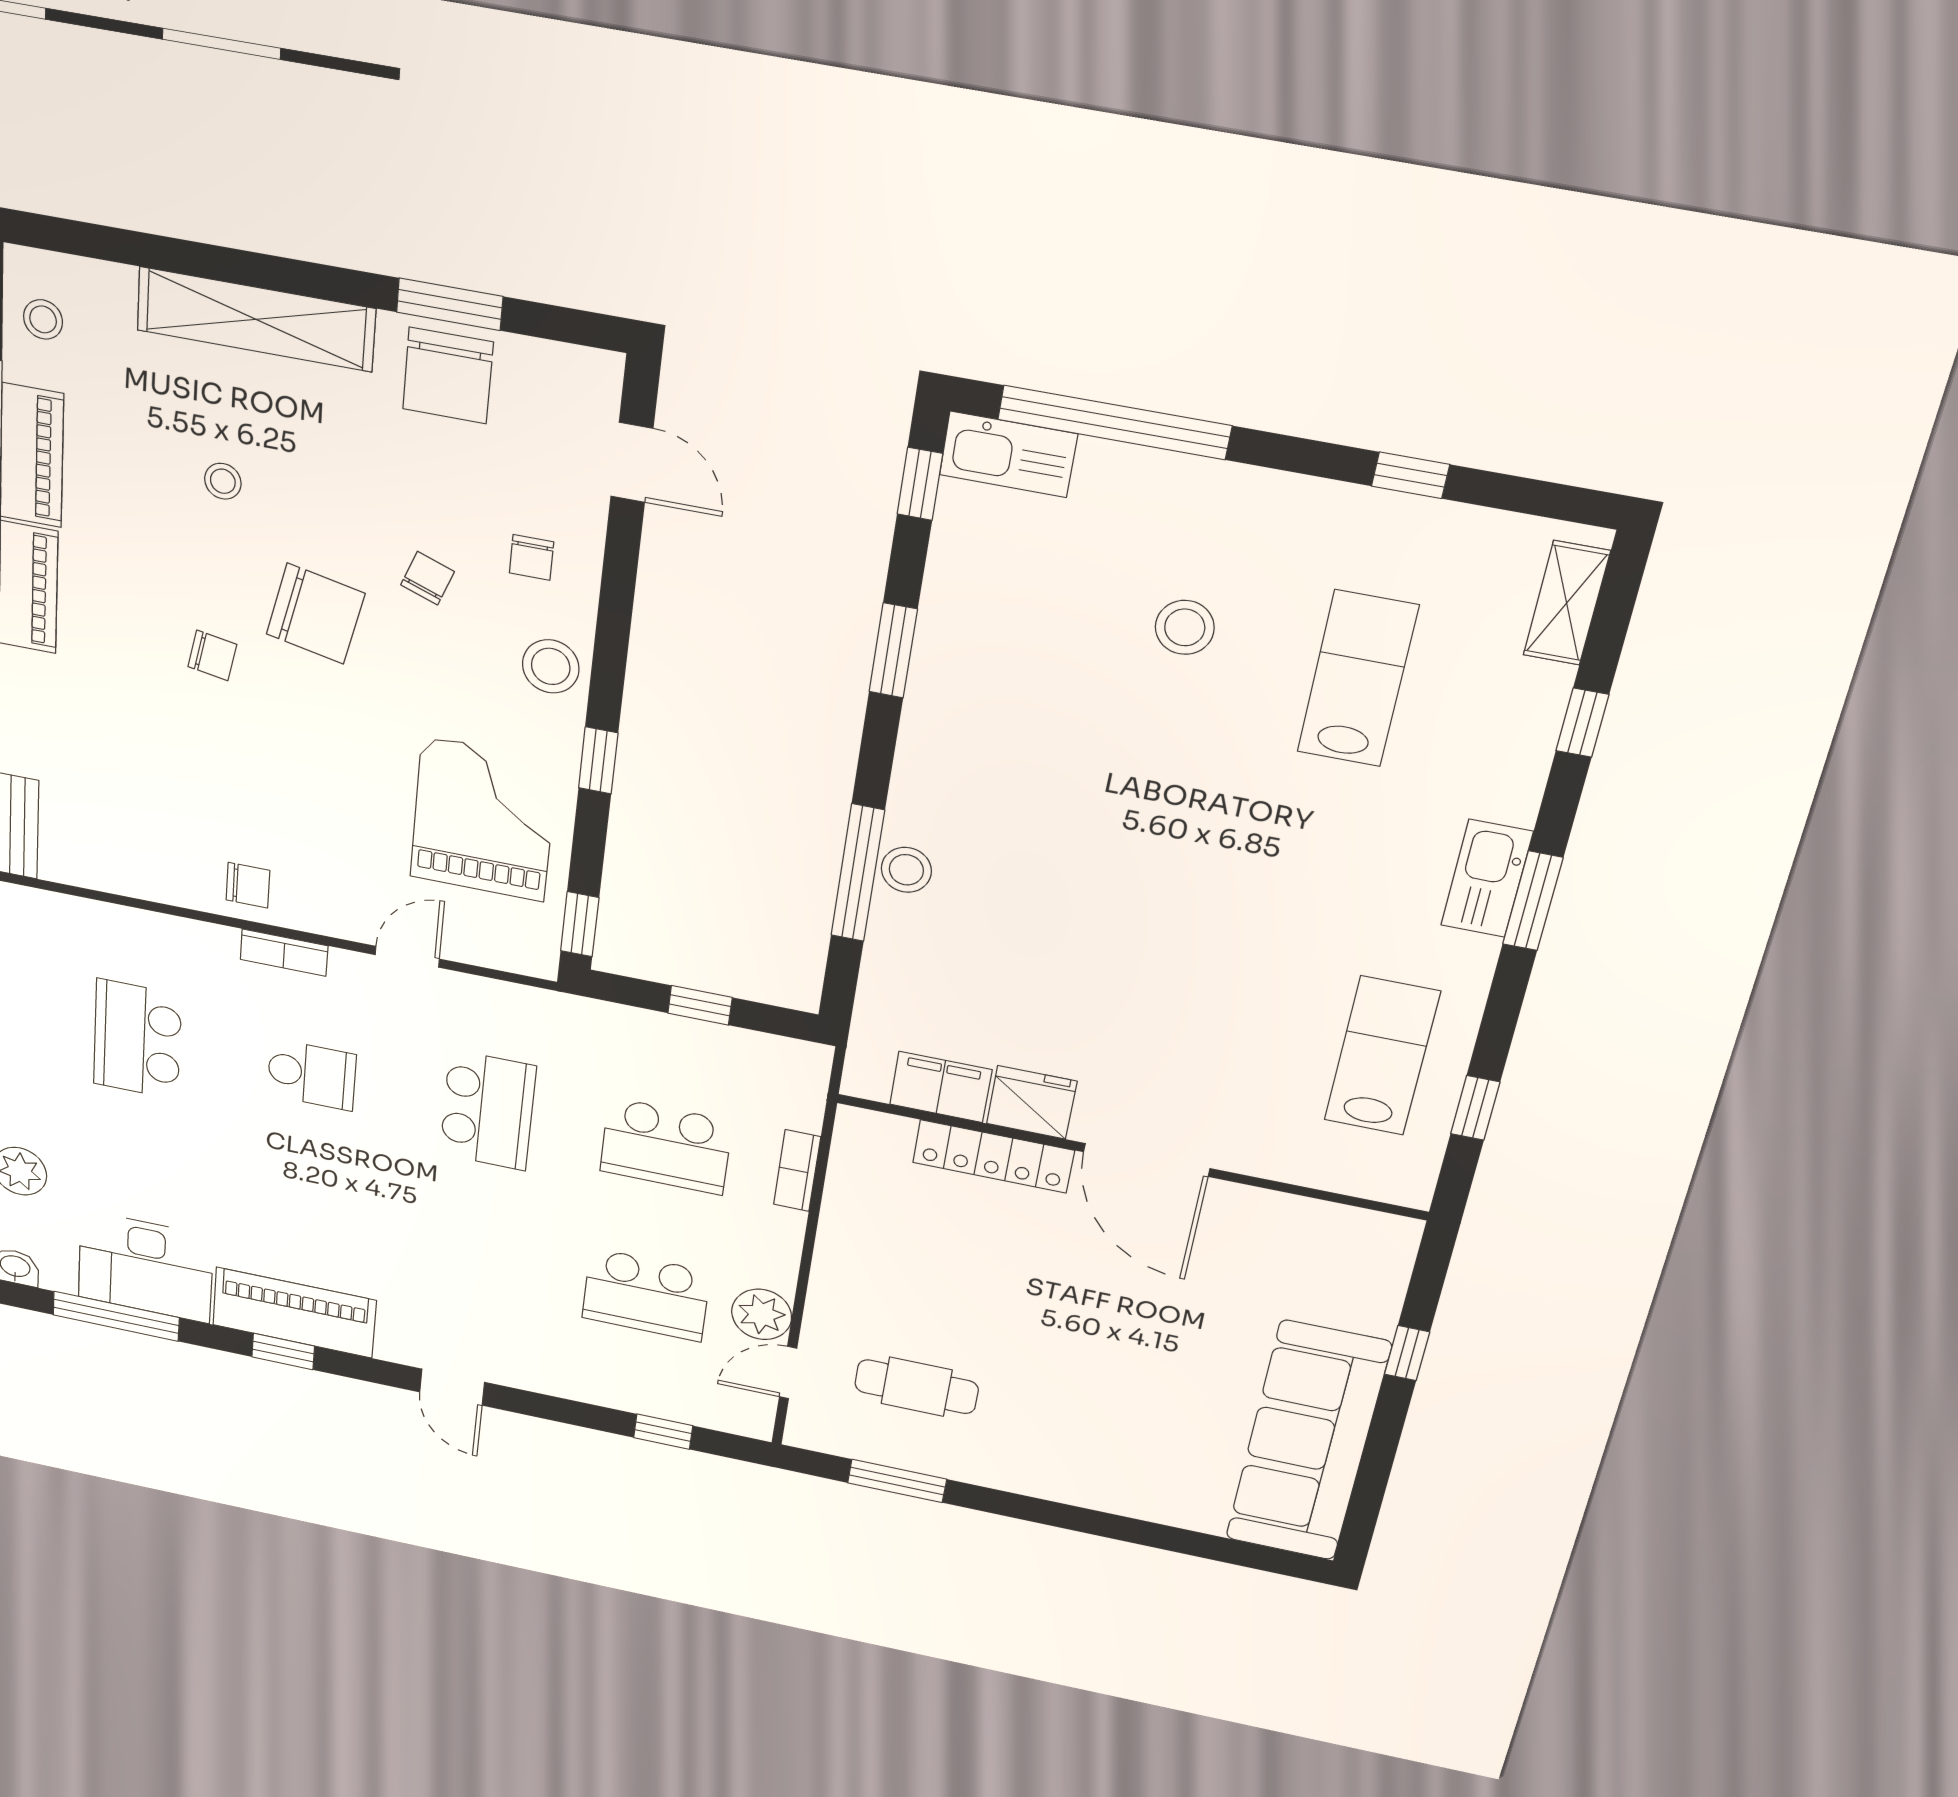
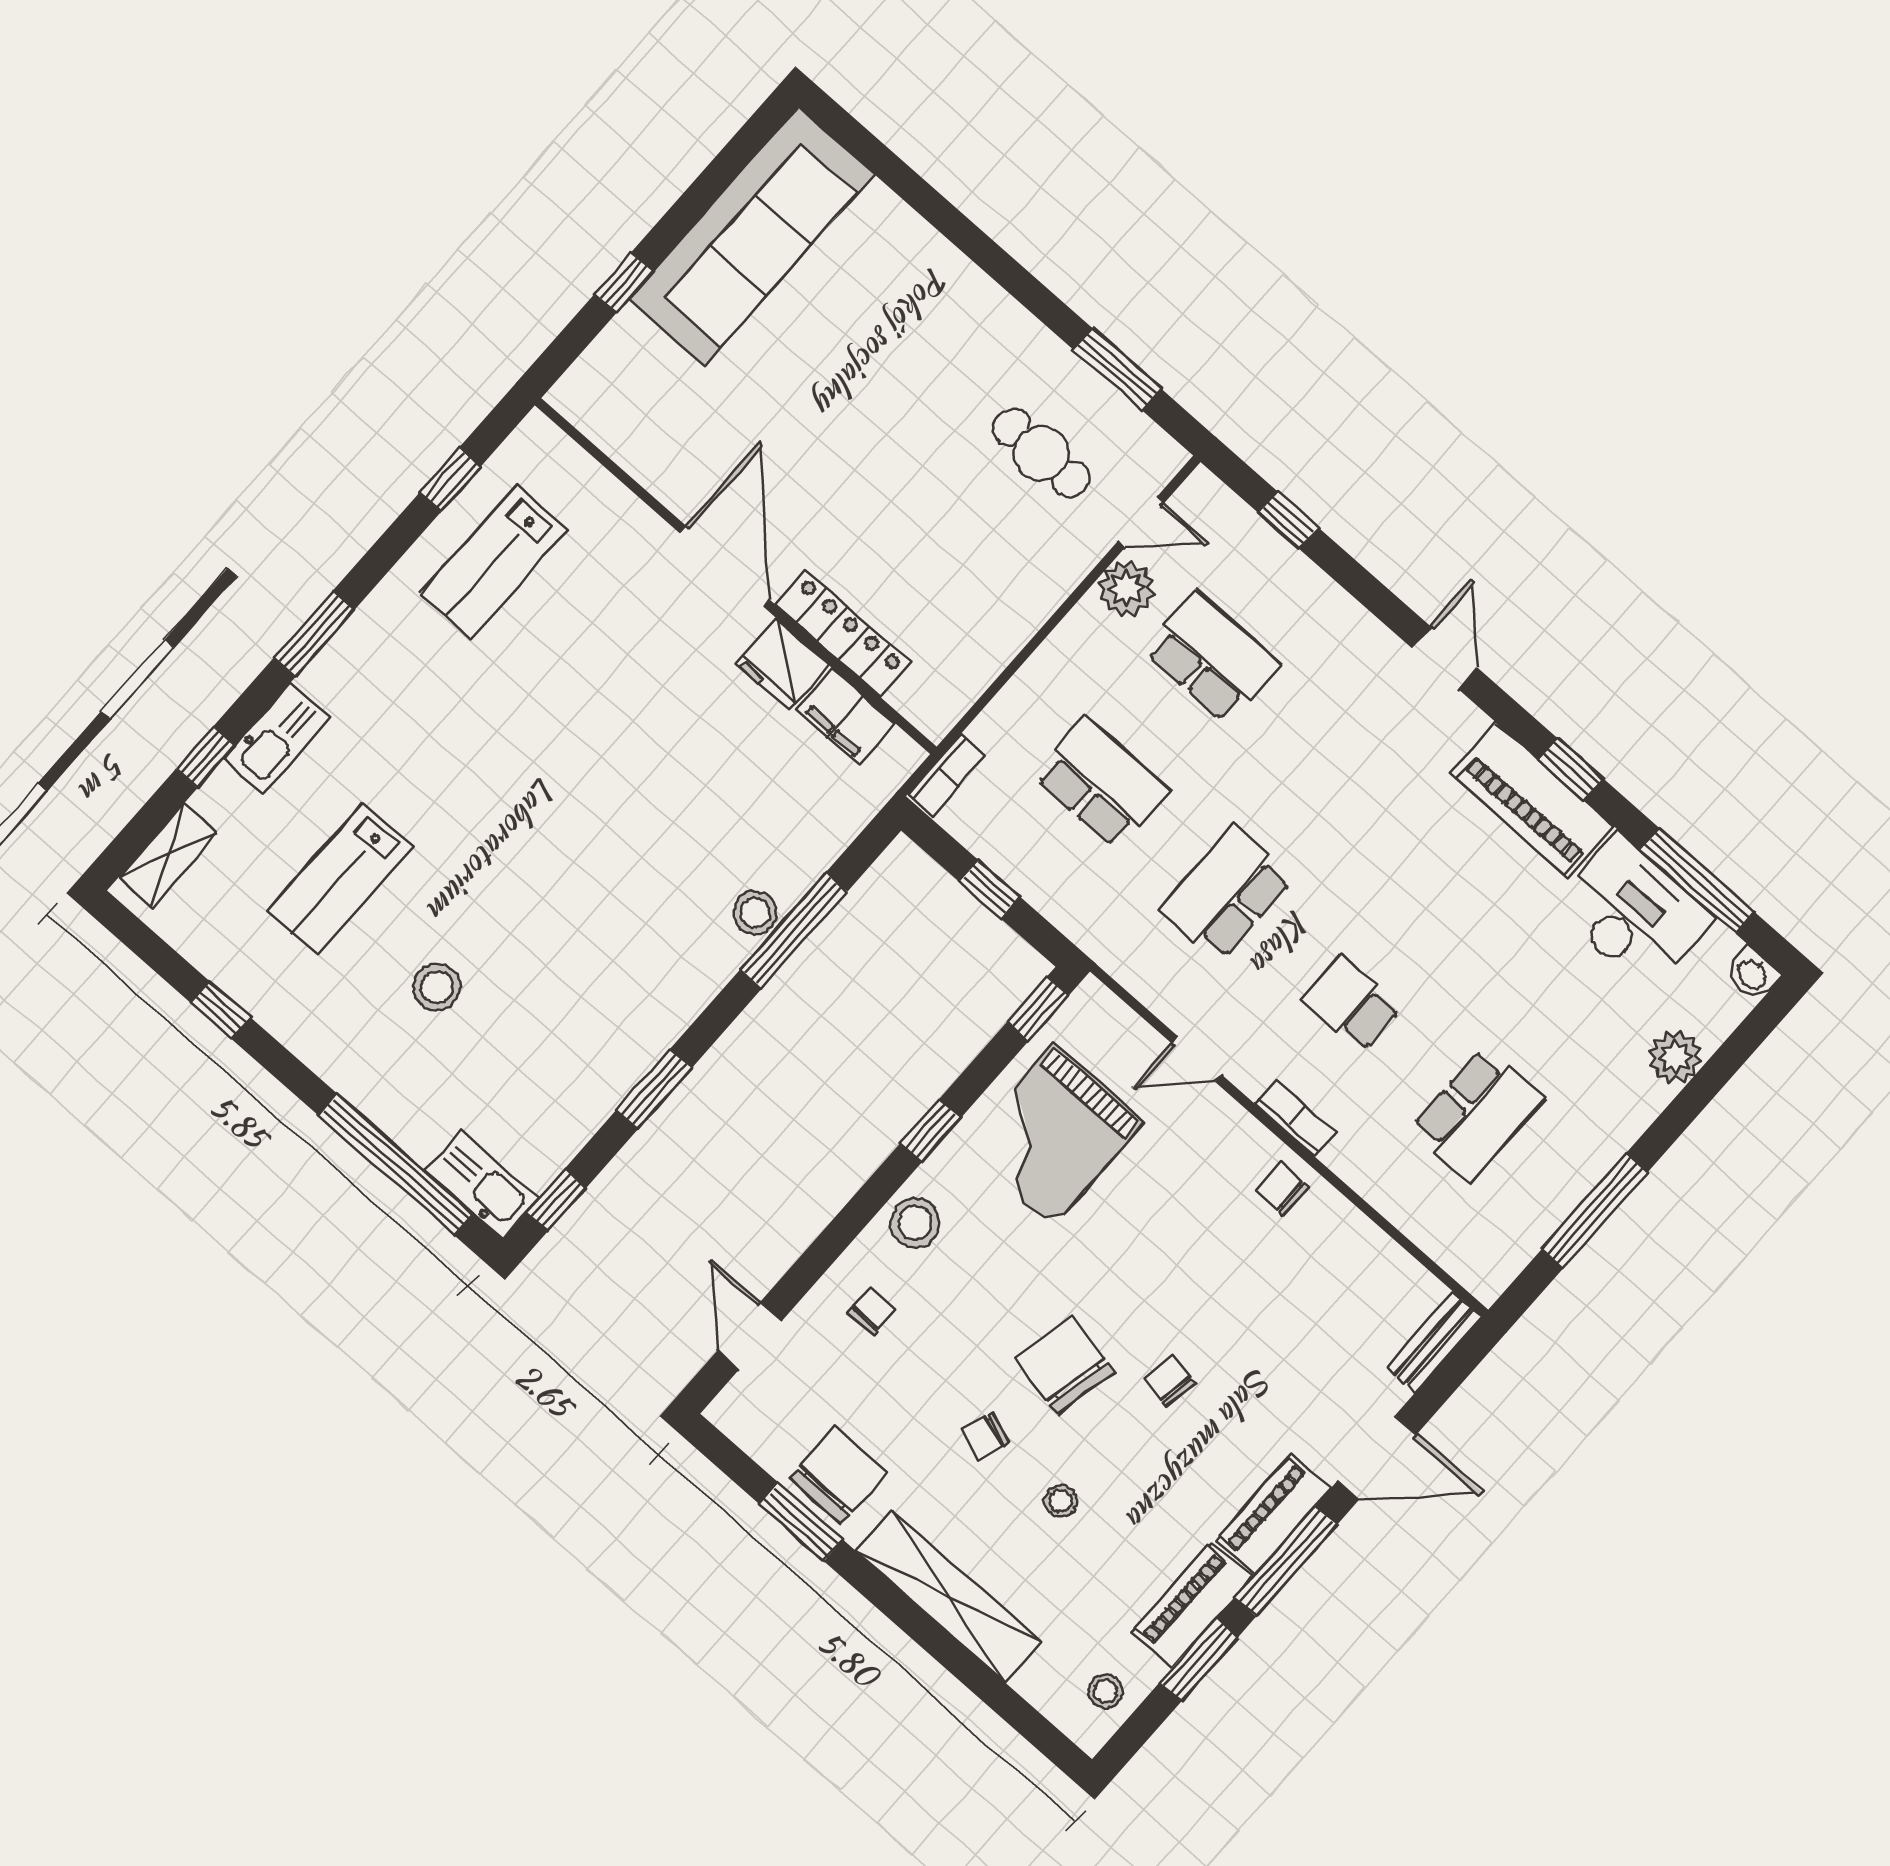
chair: (427, 578) -> (985, 1436), moved
kitchen sink: (1487, 878) -> (277, 738), moved
bookcase: (797, 1171) -> (946, 775), moved

